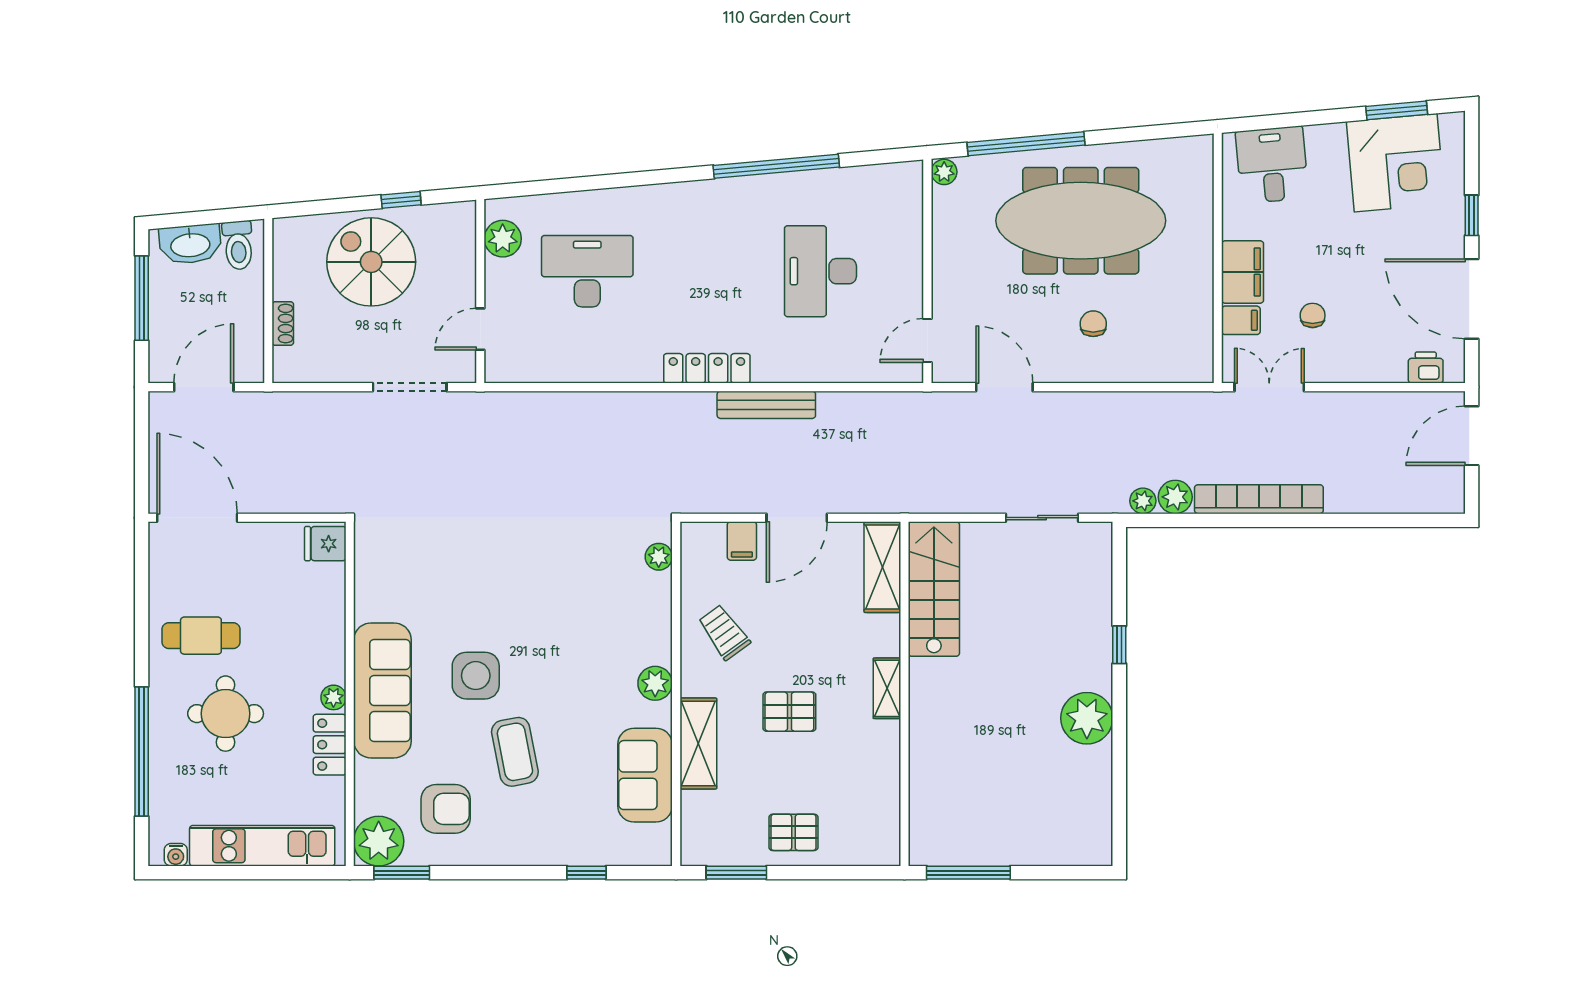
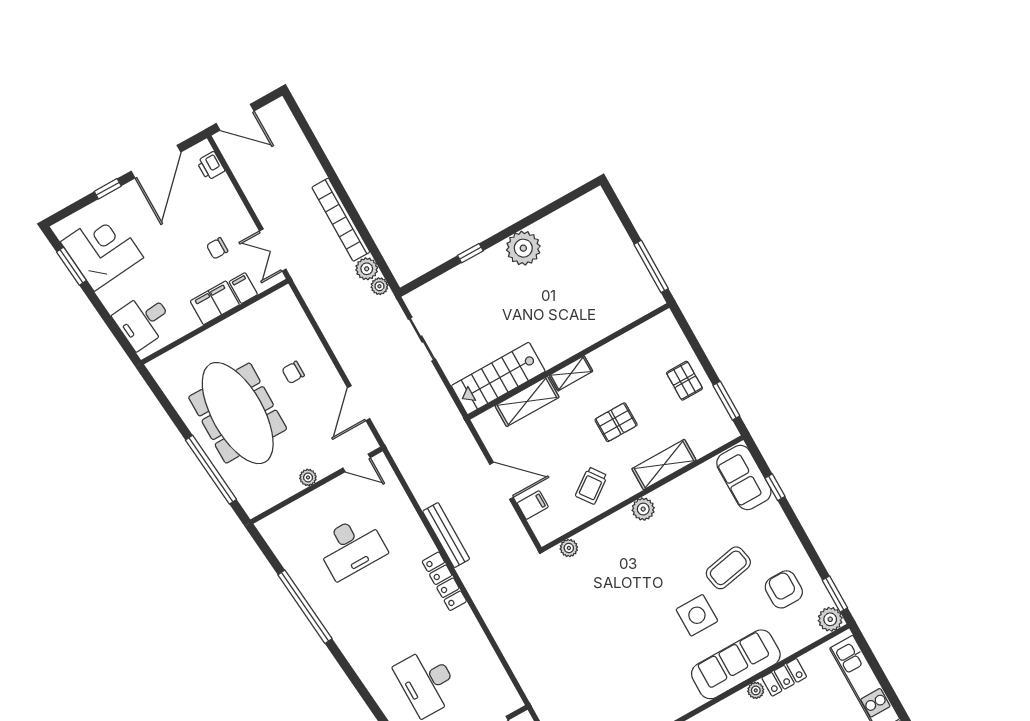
plant: (944, 172) -> (308, 477), moved
shelving: (882, 567) -> (527, 401), moved
pallet: (789, 712) -> (616, 422), turned 90
sofa: (645, 775) -> (744, 477), moved, turned 90
plant: (379, 841) -> (830, 619), width x0.73, depth x0.73

